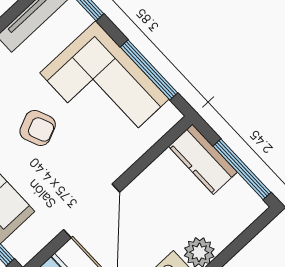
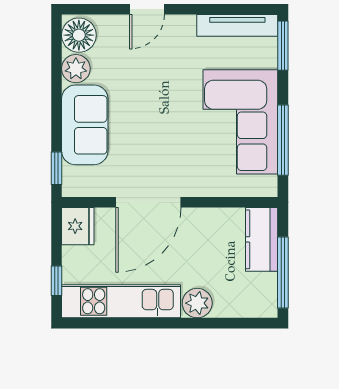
armchair: (38, 128) -> (165, 107), removed

